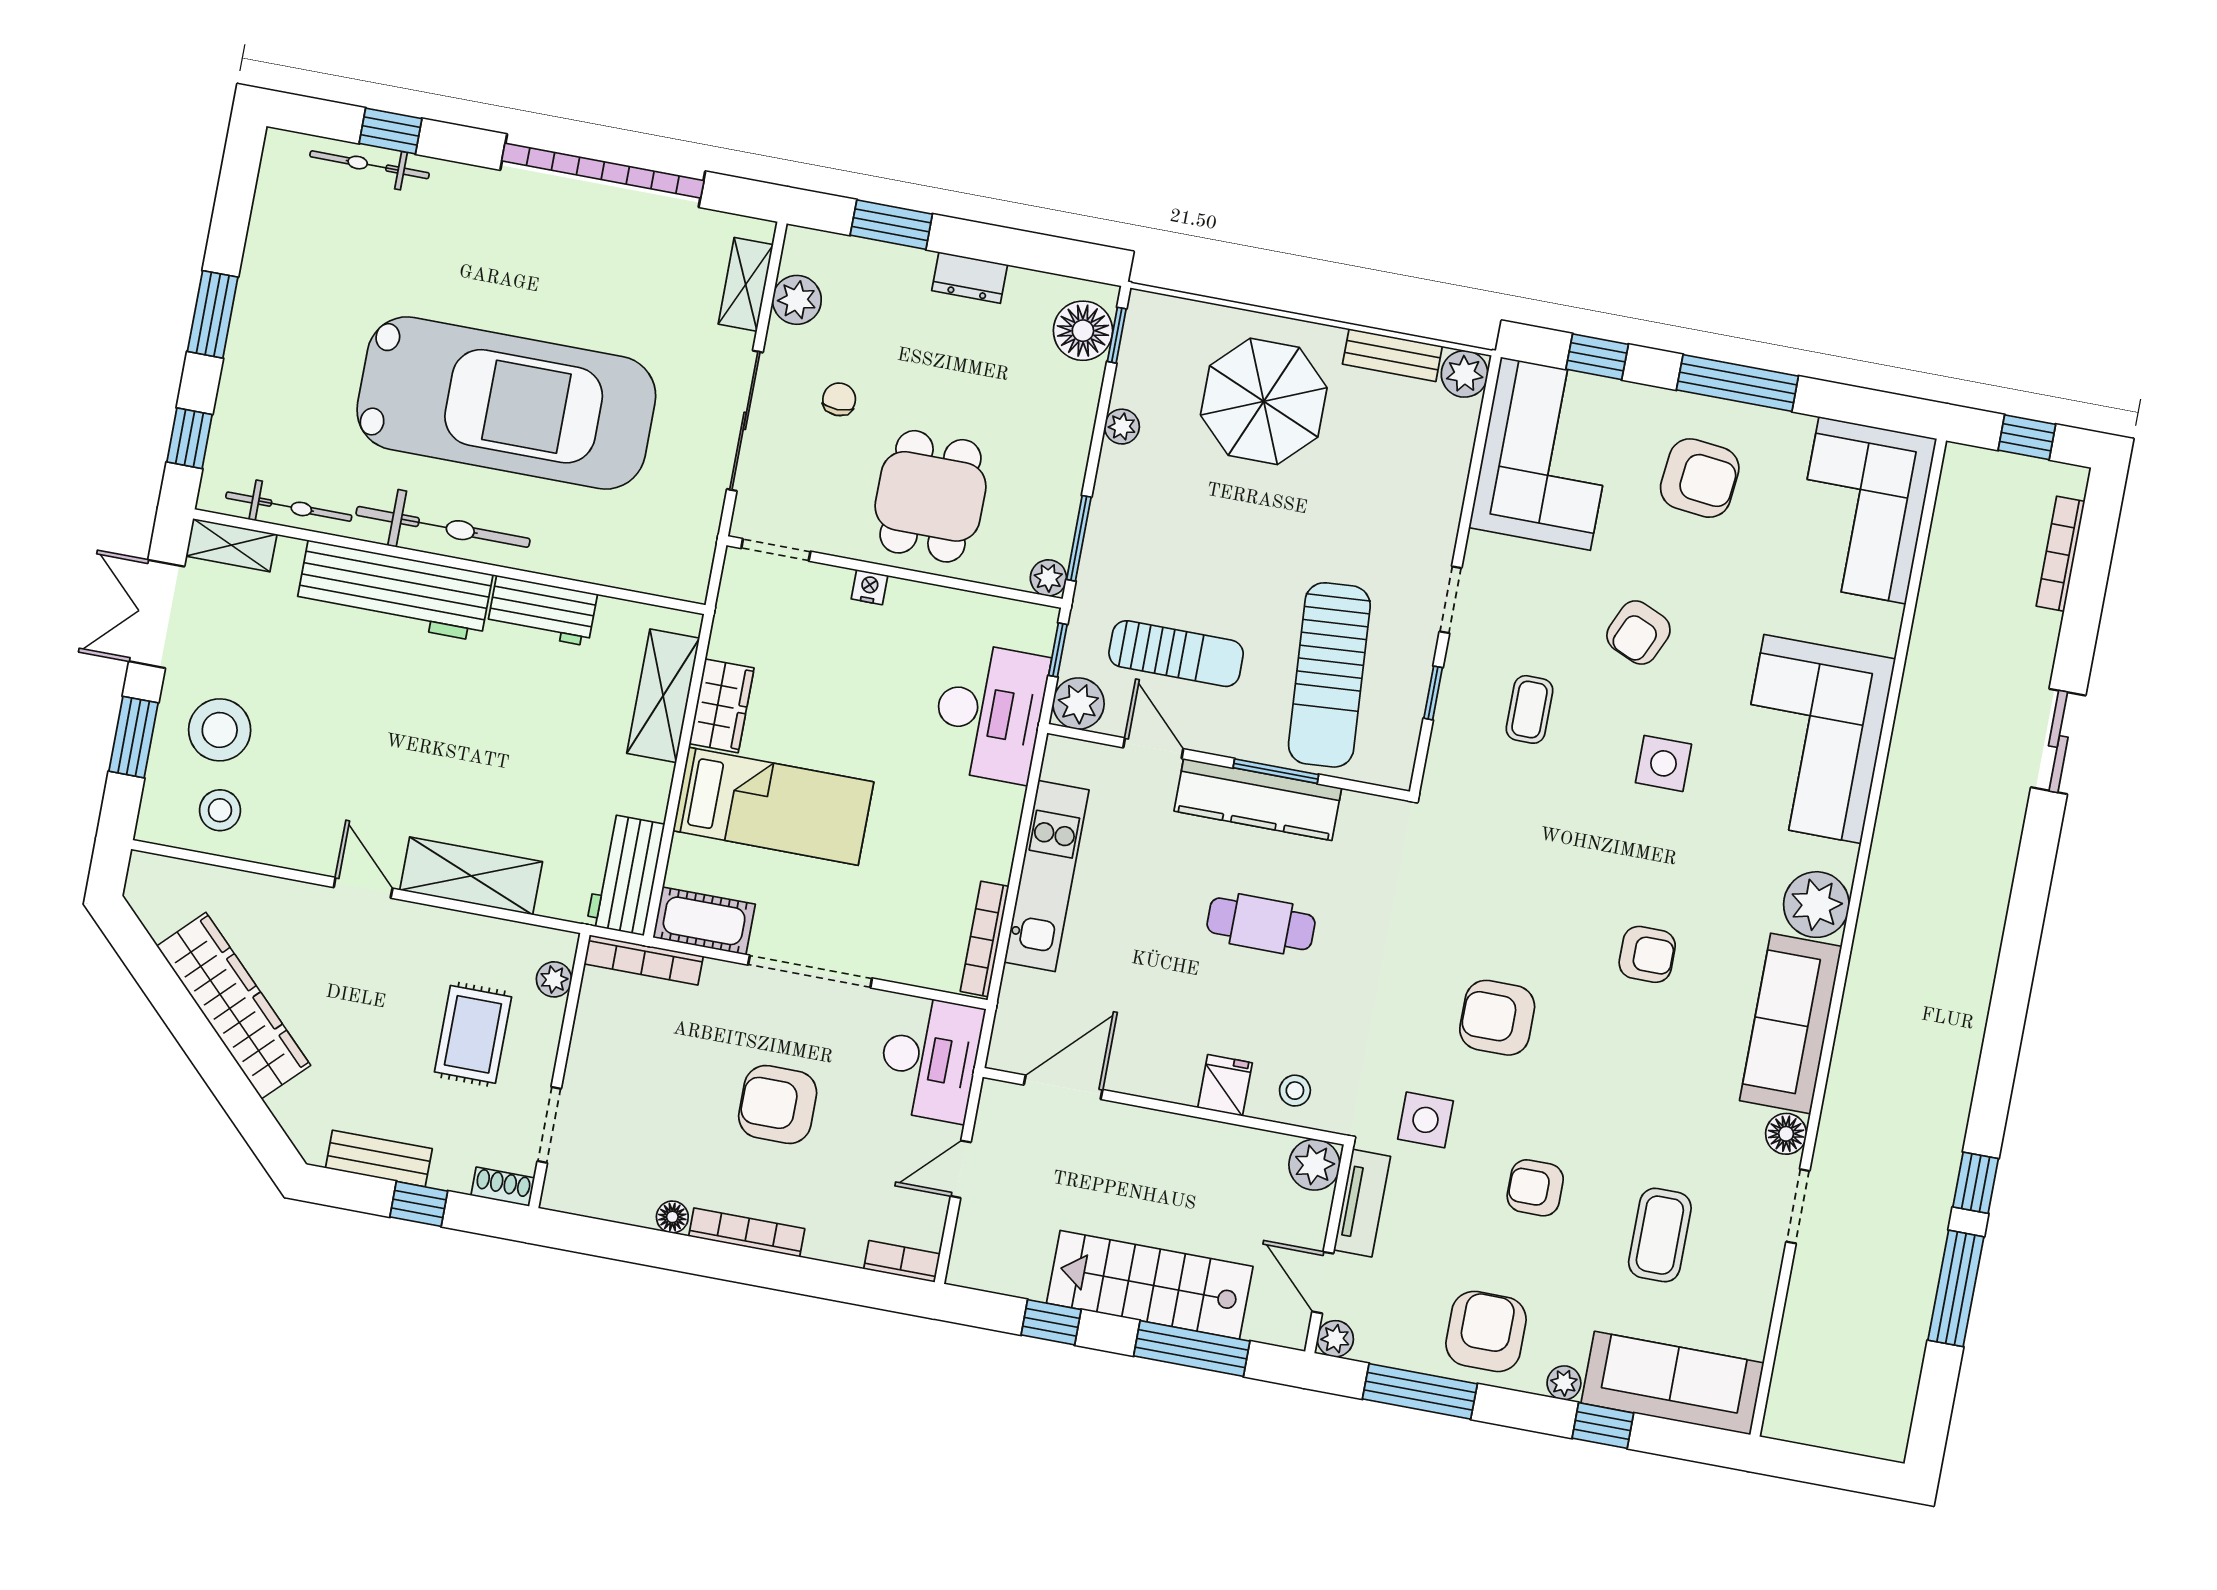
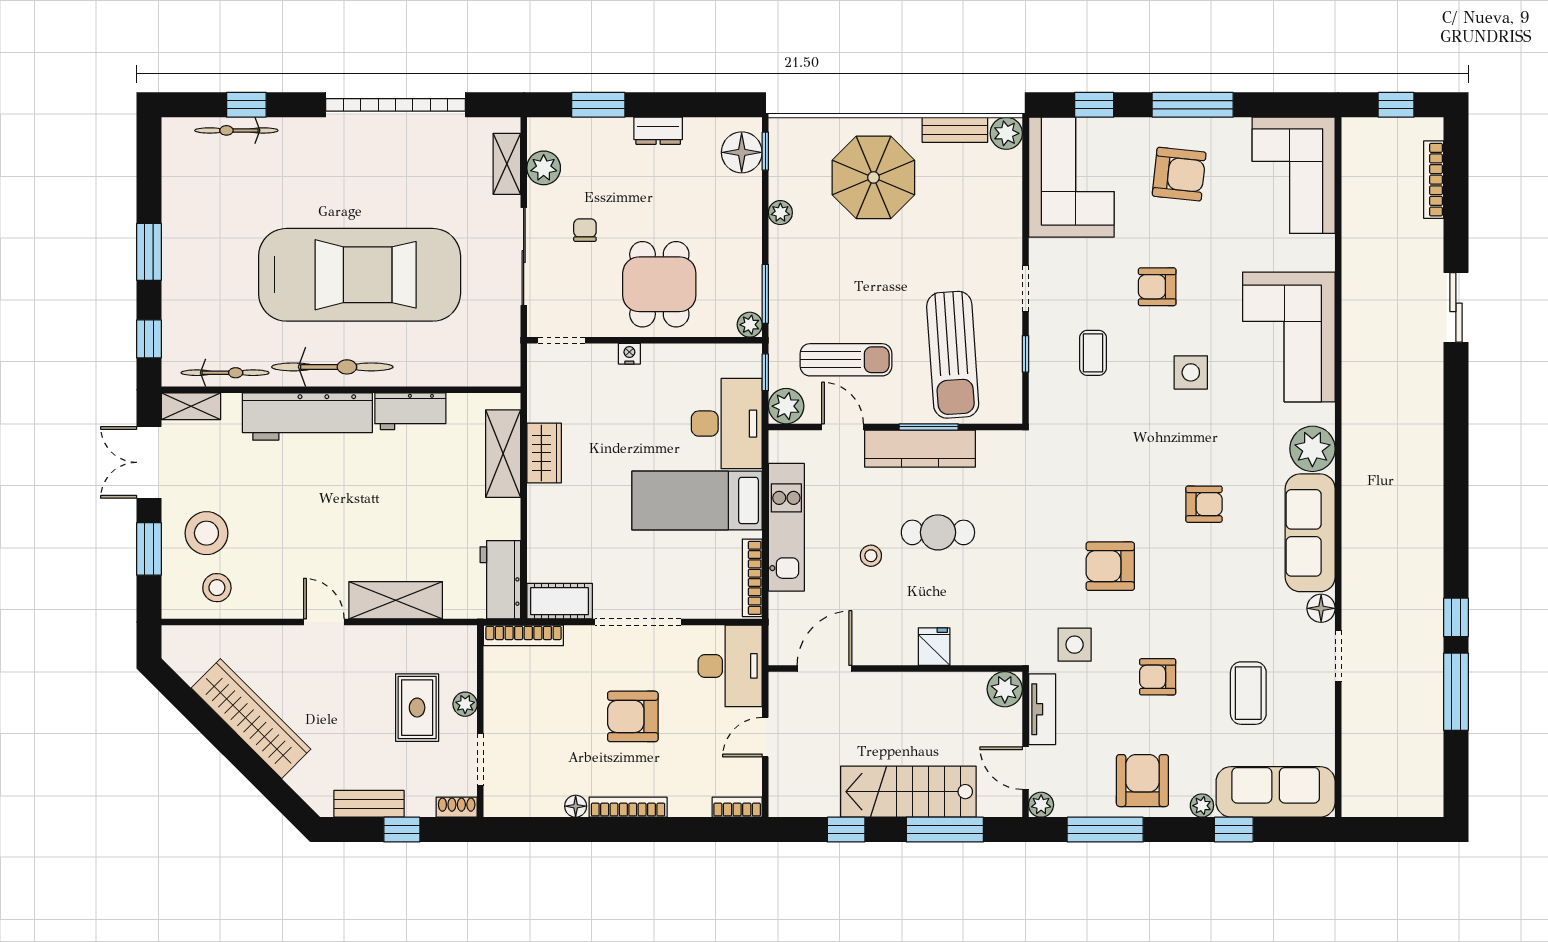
armchair: (1638, 633) -> (1157, 287), turned 66
bed: (773, 806) -> (697, 500), moved, turned 180
plant: (554, 979) -> (465, 704), moved
stool: (1295, 1091) -> (871, 556), moved

